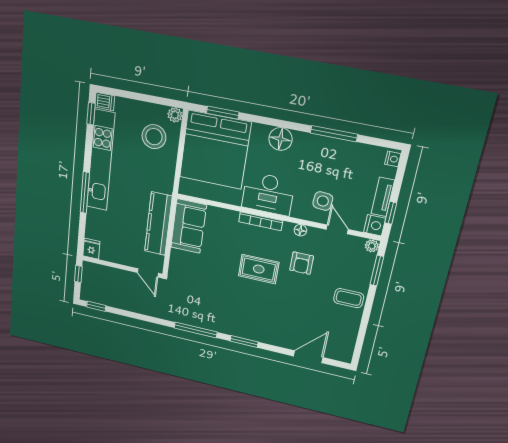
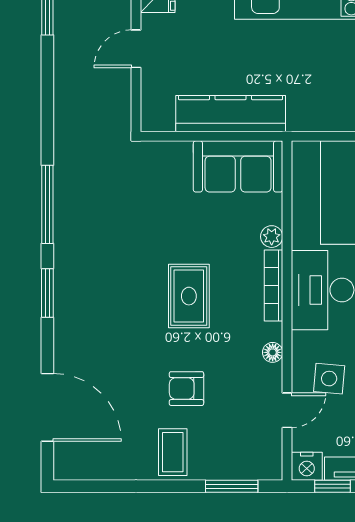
plant: (372, 246) -> (272, 237), moved
armchair: (302, 263) -> (186, 389), moved
door: (148, 273) -> (136, 49), moved
door: (308, 357) -> (47, 407), width x1.36

